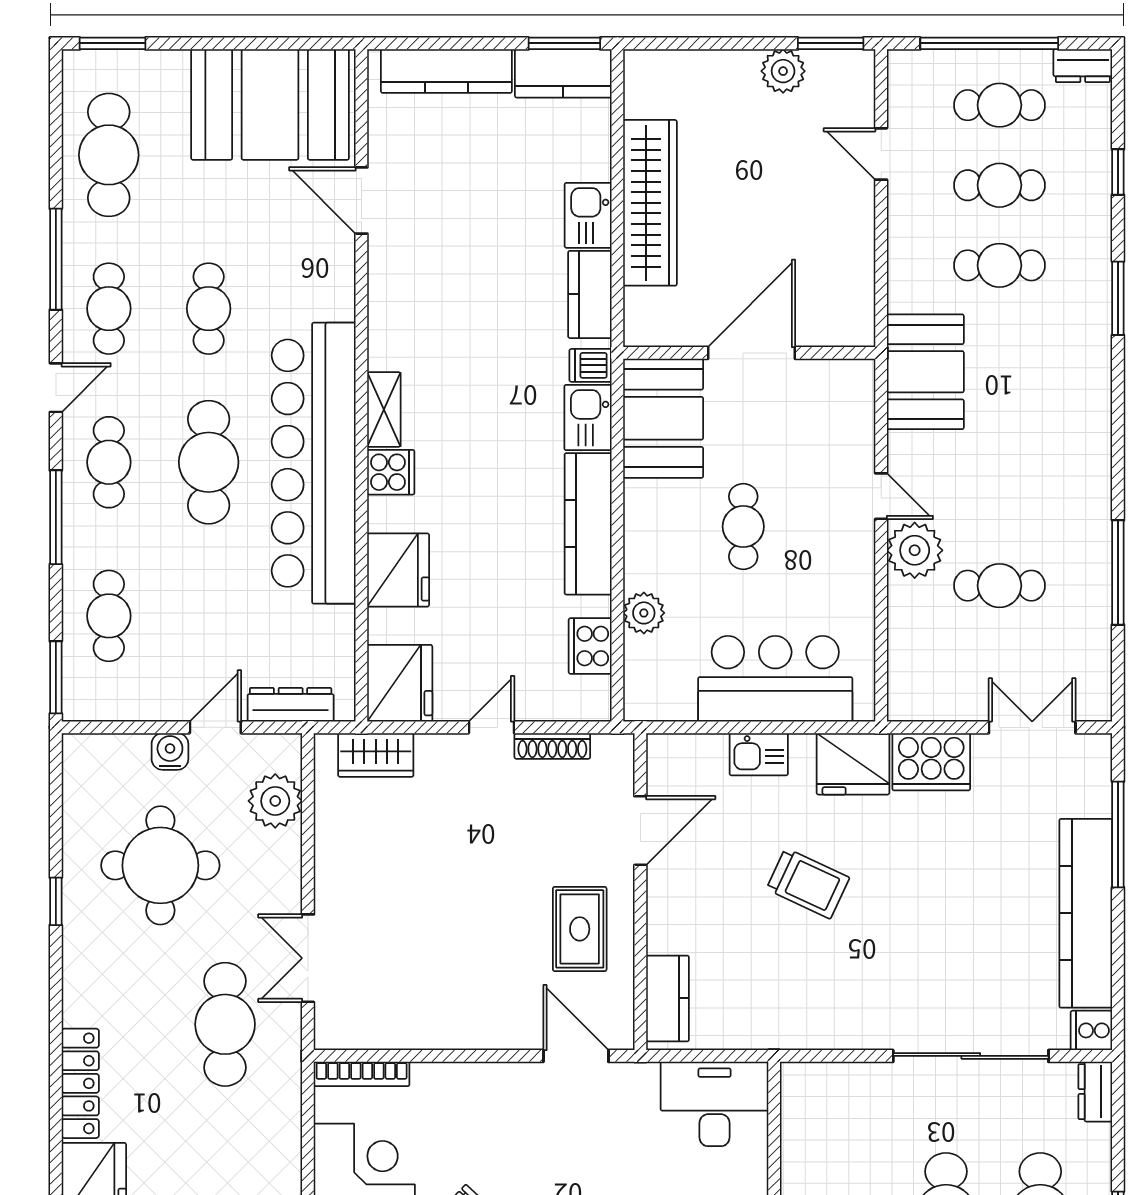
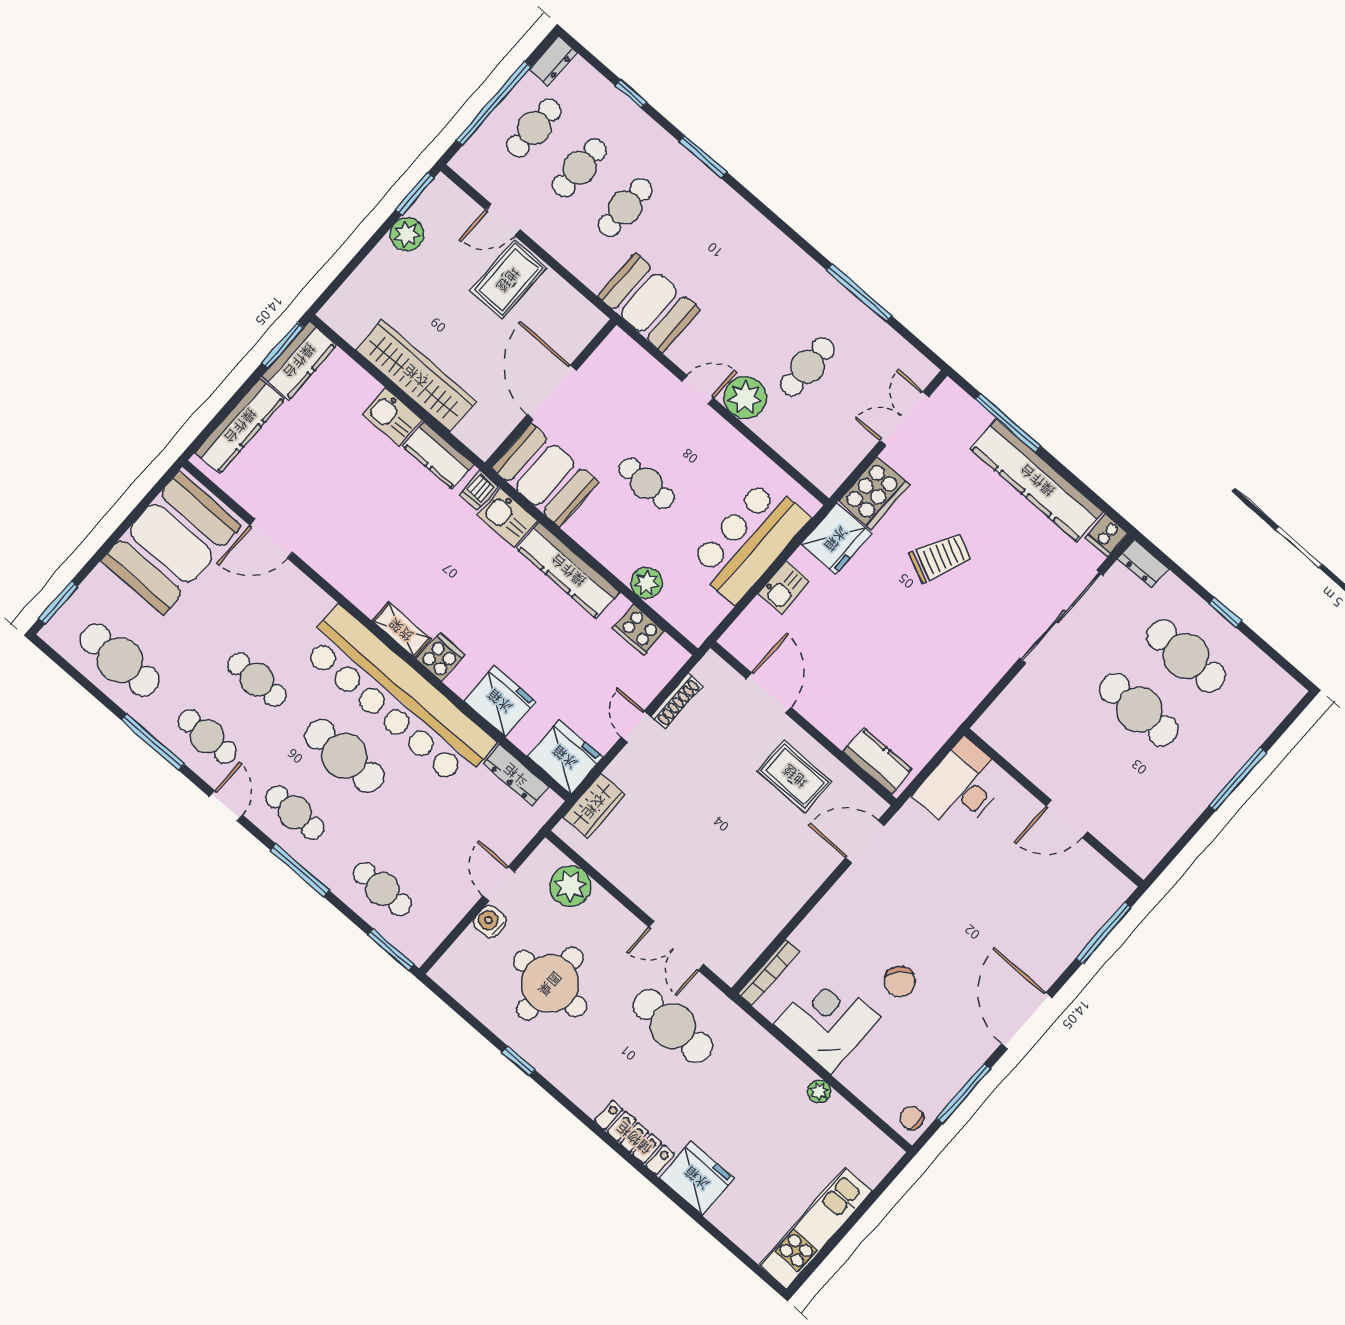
rug: (826, 211) -> (508, 280), added
dresser: (291, 705) -> (516, 775), moved, turned -90
trolley: (808, 883) -> (941, 557), moved

